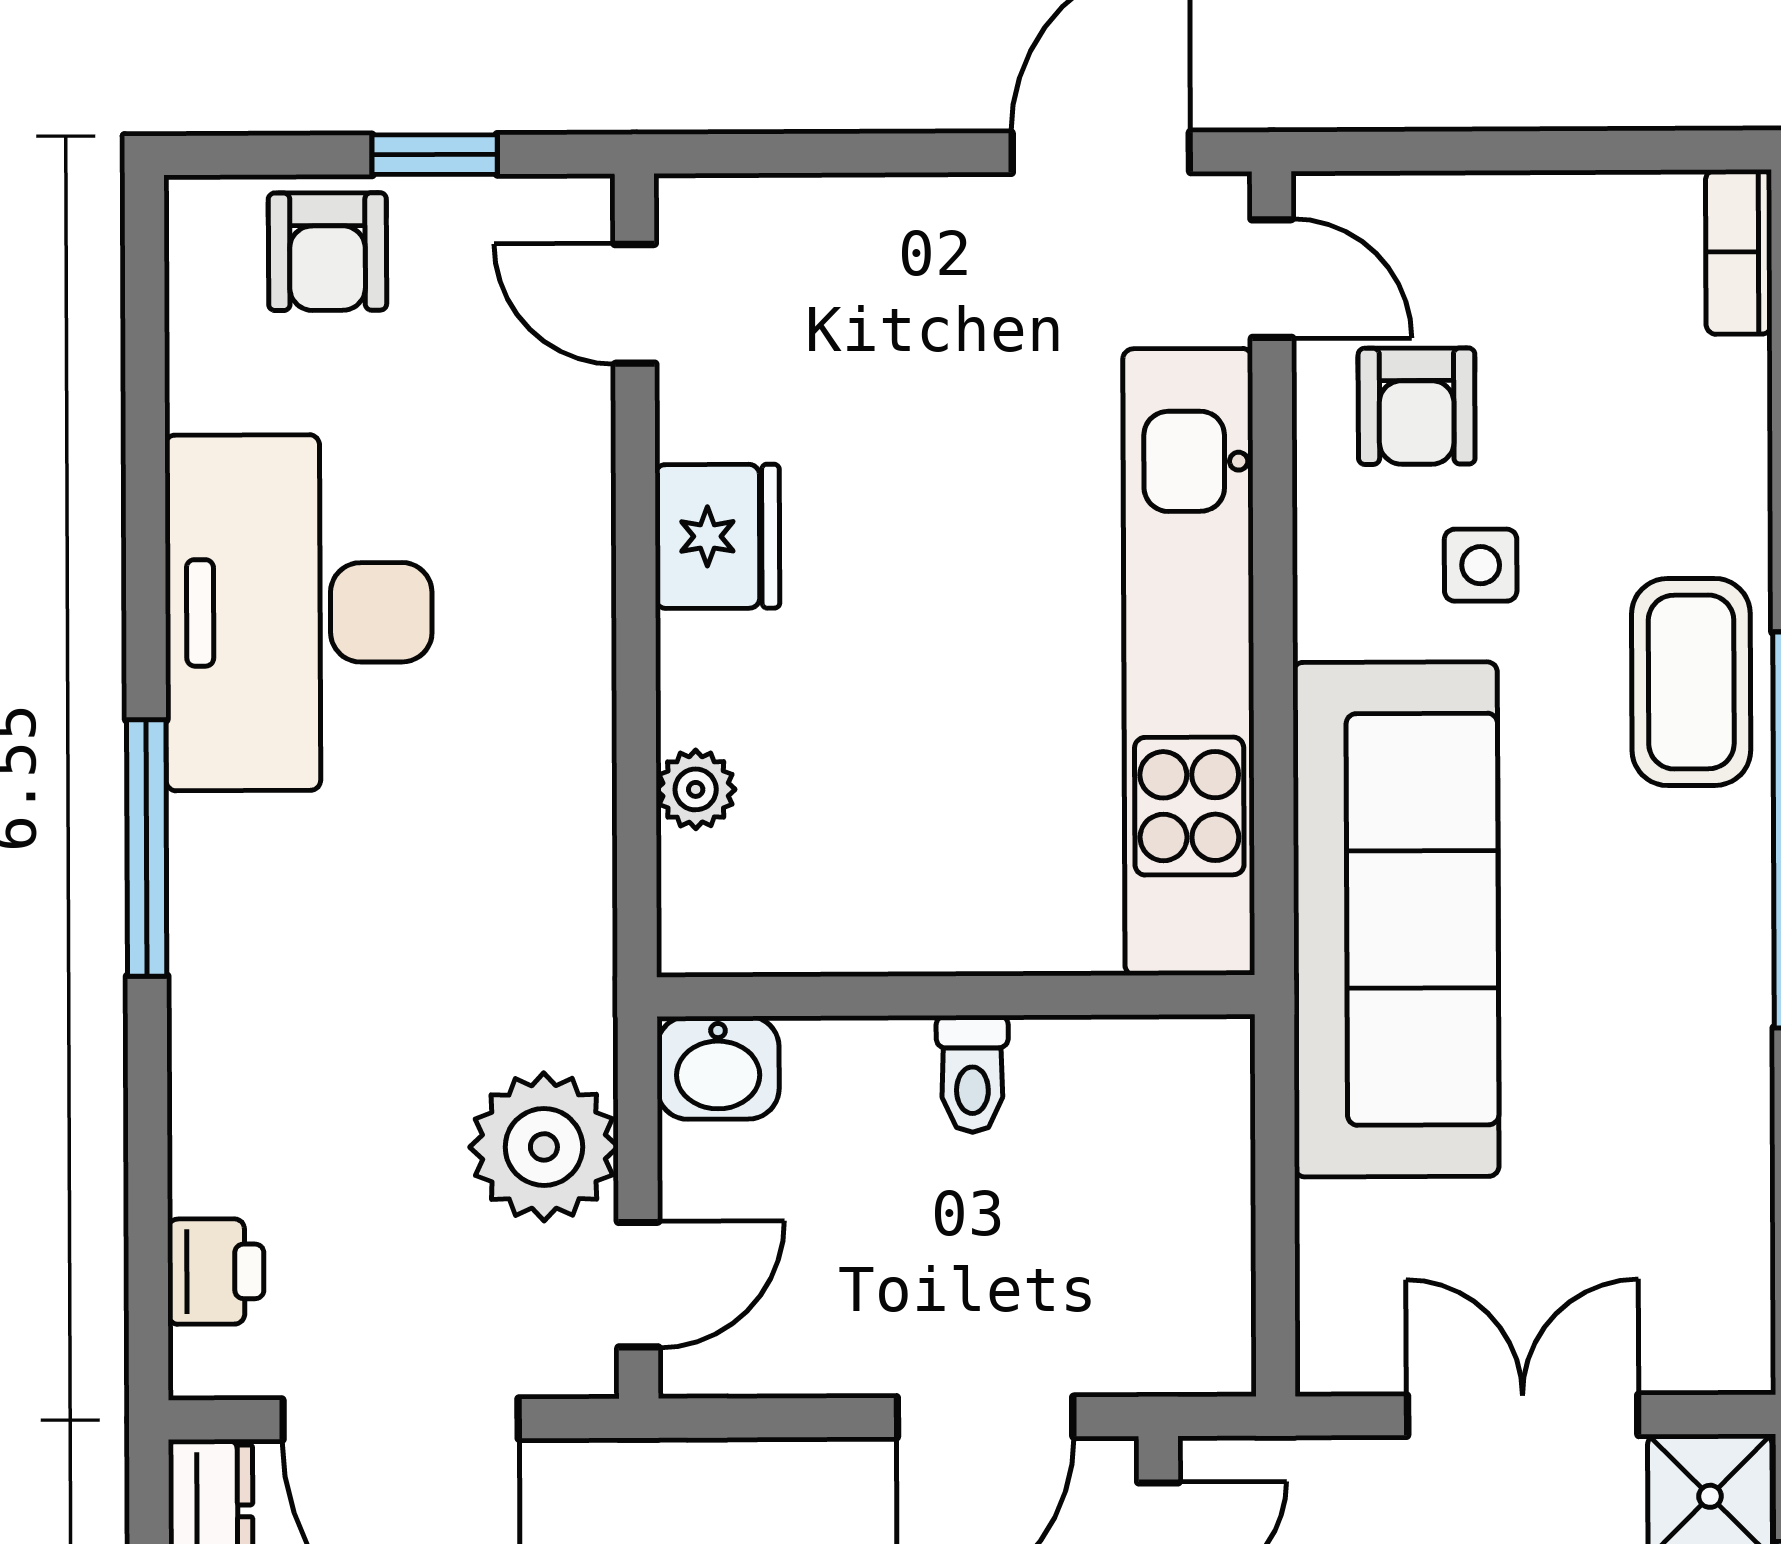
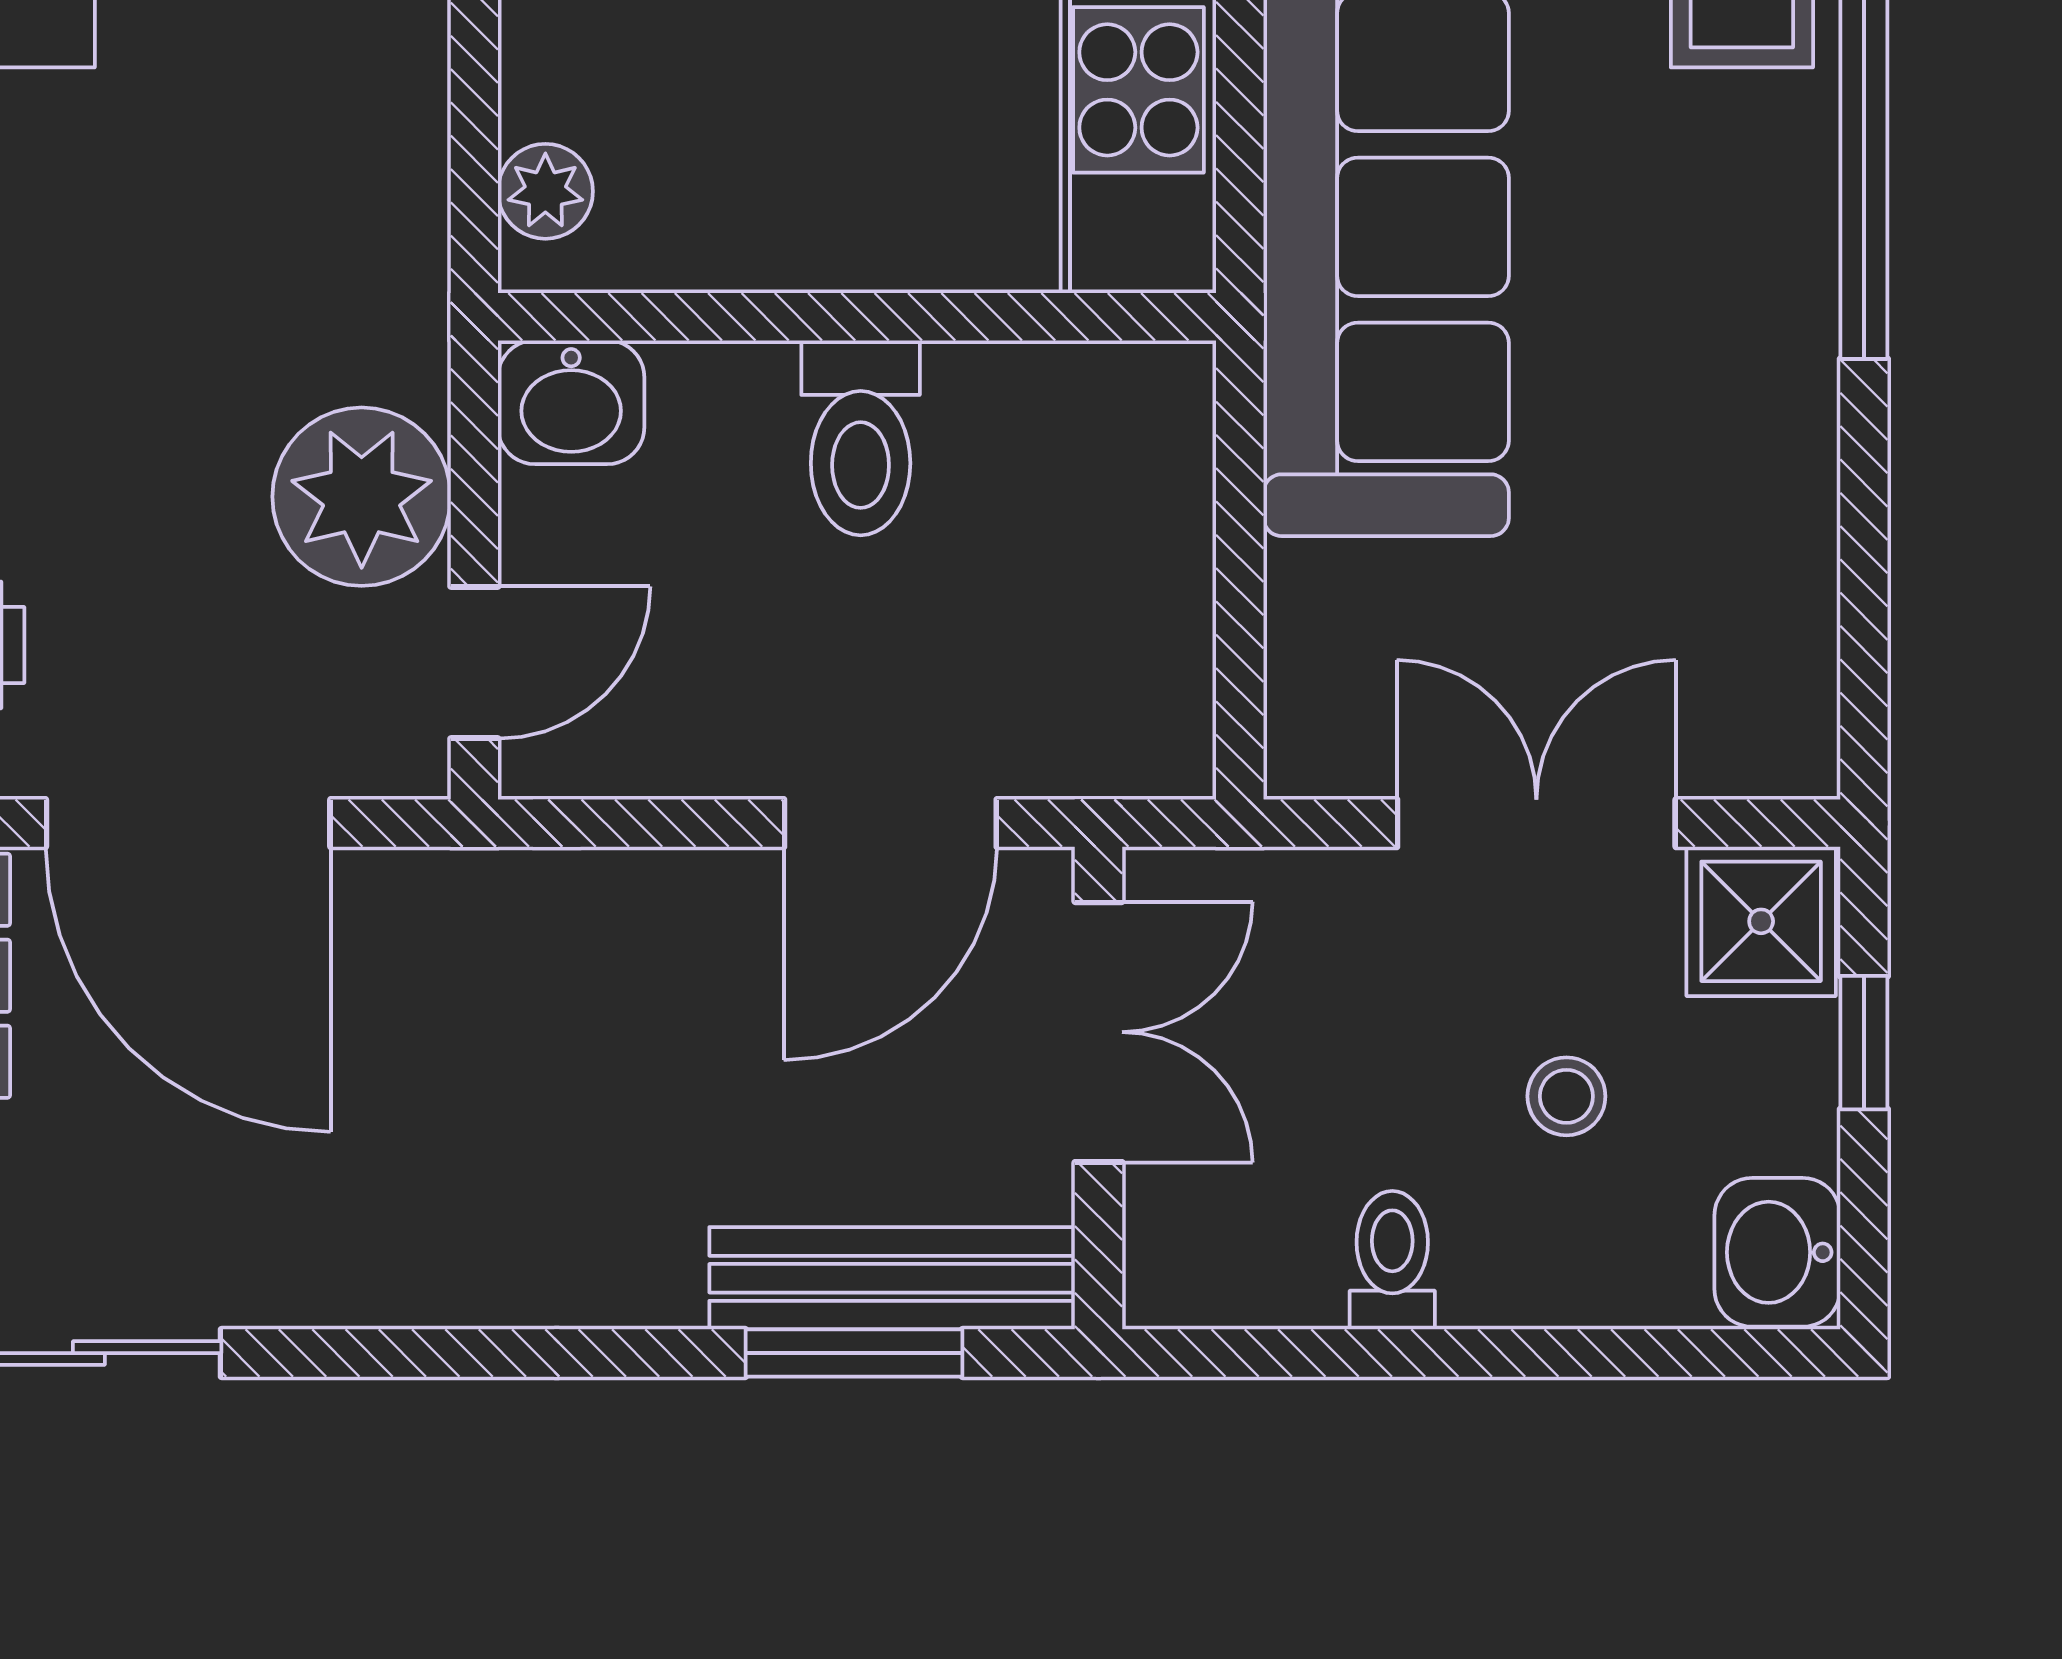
plant: (696, 789) -> (545, 191), moved
toilet: (972, 1074) -> (861, 438), width x1.37, depth x1.39

